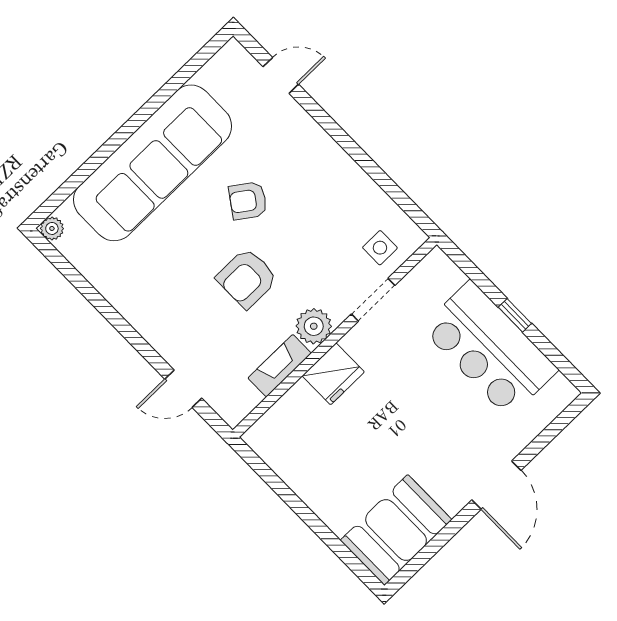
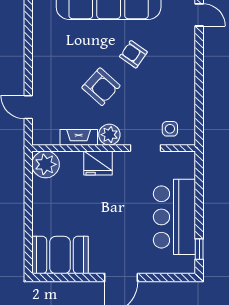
armchair: (247, 278) -> (101, 87), turned -138
window: (515, 315) -> (199, 249), moved
plant: (272, 437) -> (46, 164), added

